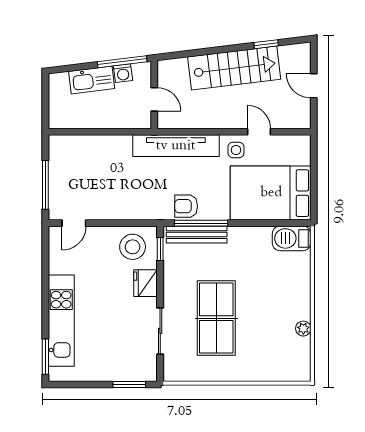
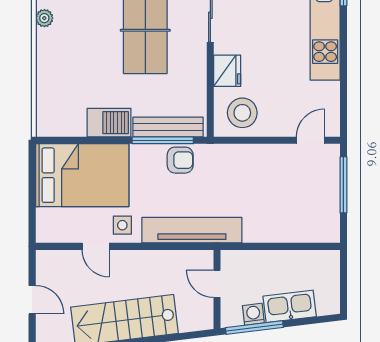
barbecue: (291, 238) -> (109, 123), moved
window: (160, 249) -> (210, 110), removed

